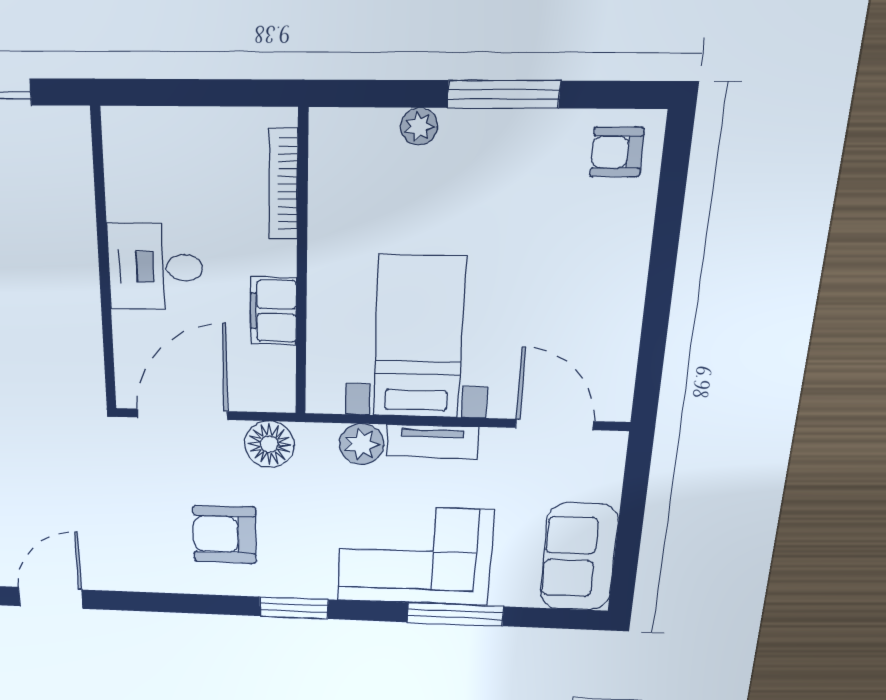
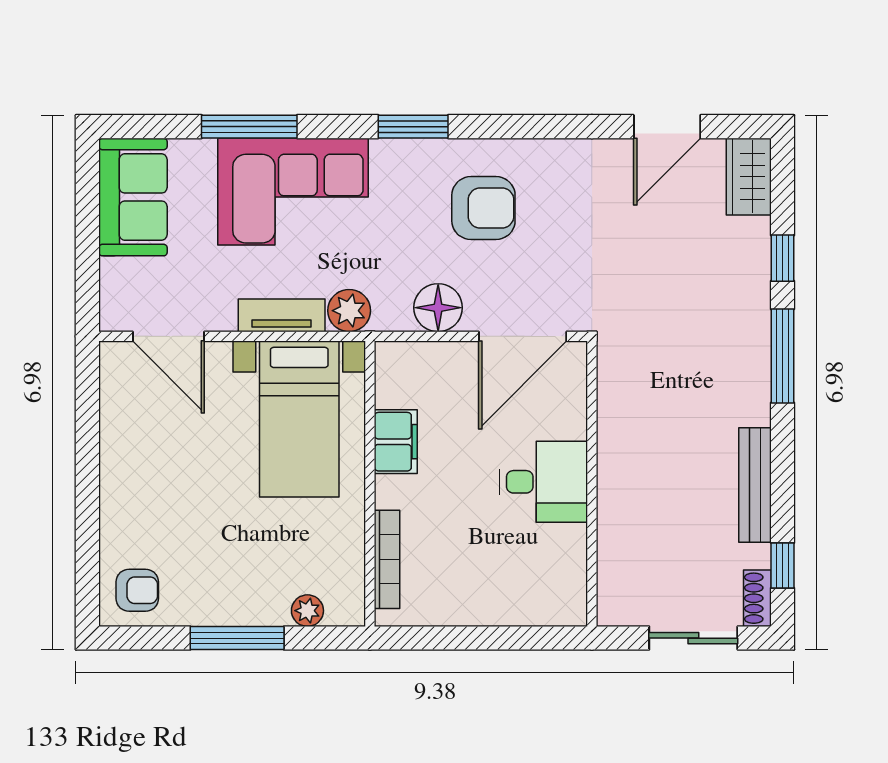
bookcase: (283, 184) -> (387, 559), moved
wall: (302, 267) -> (370, 484), moved
filing cabinet: (273, 311) -> (396, 442), moved

